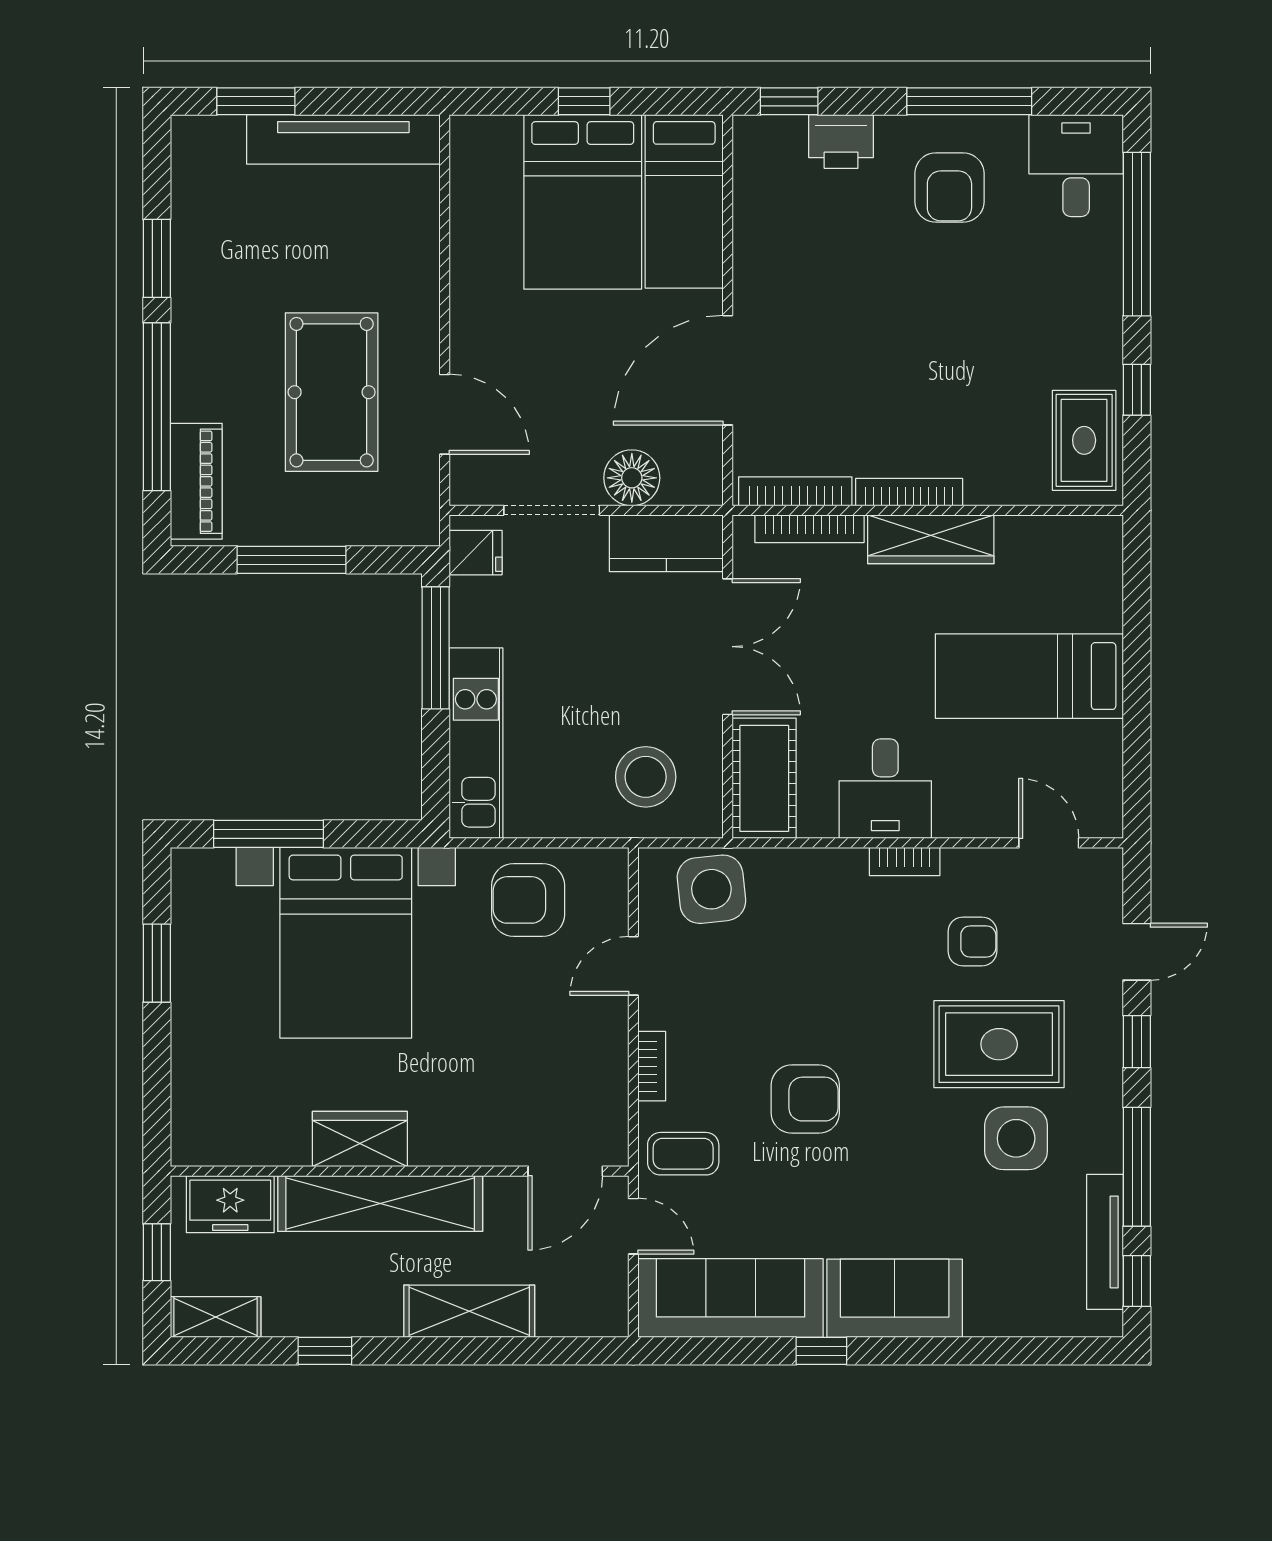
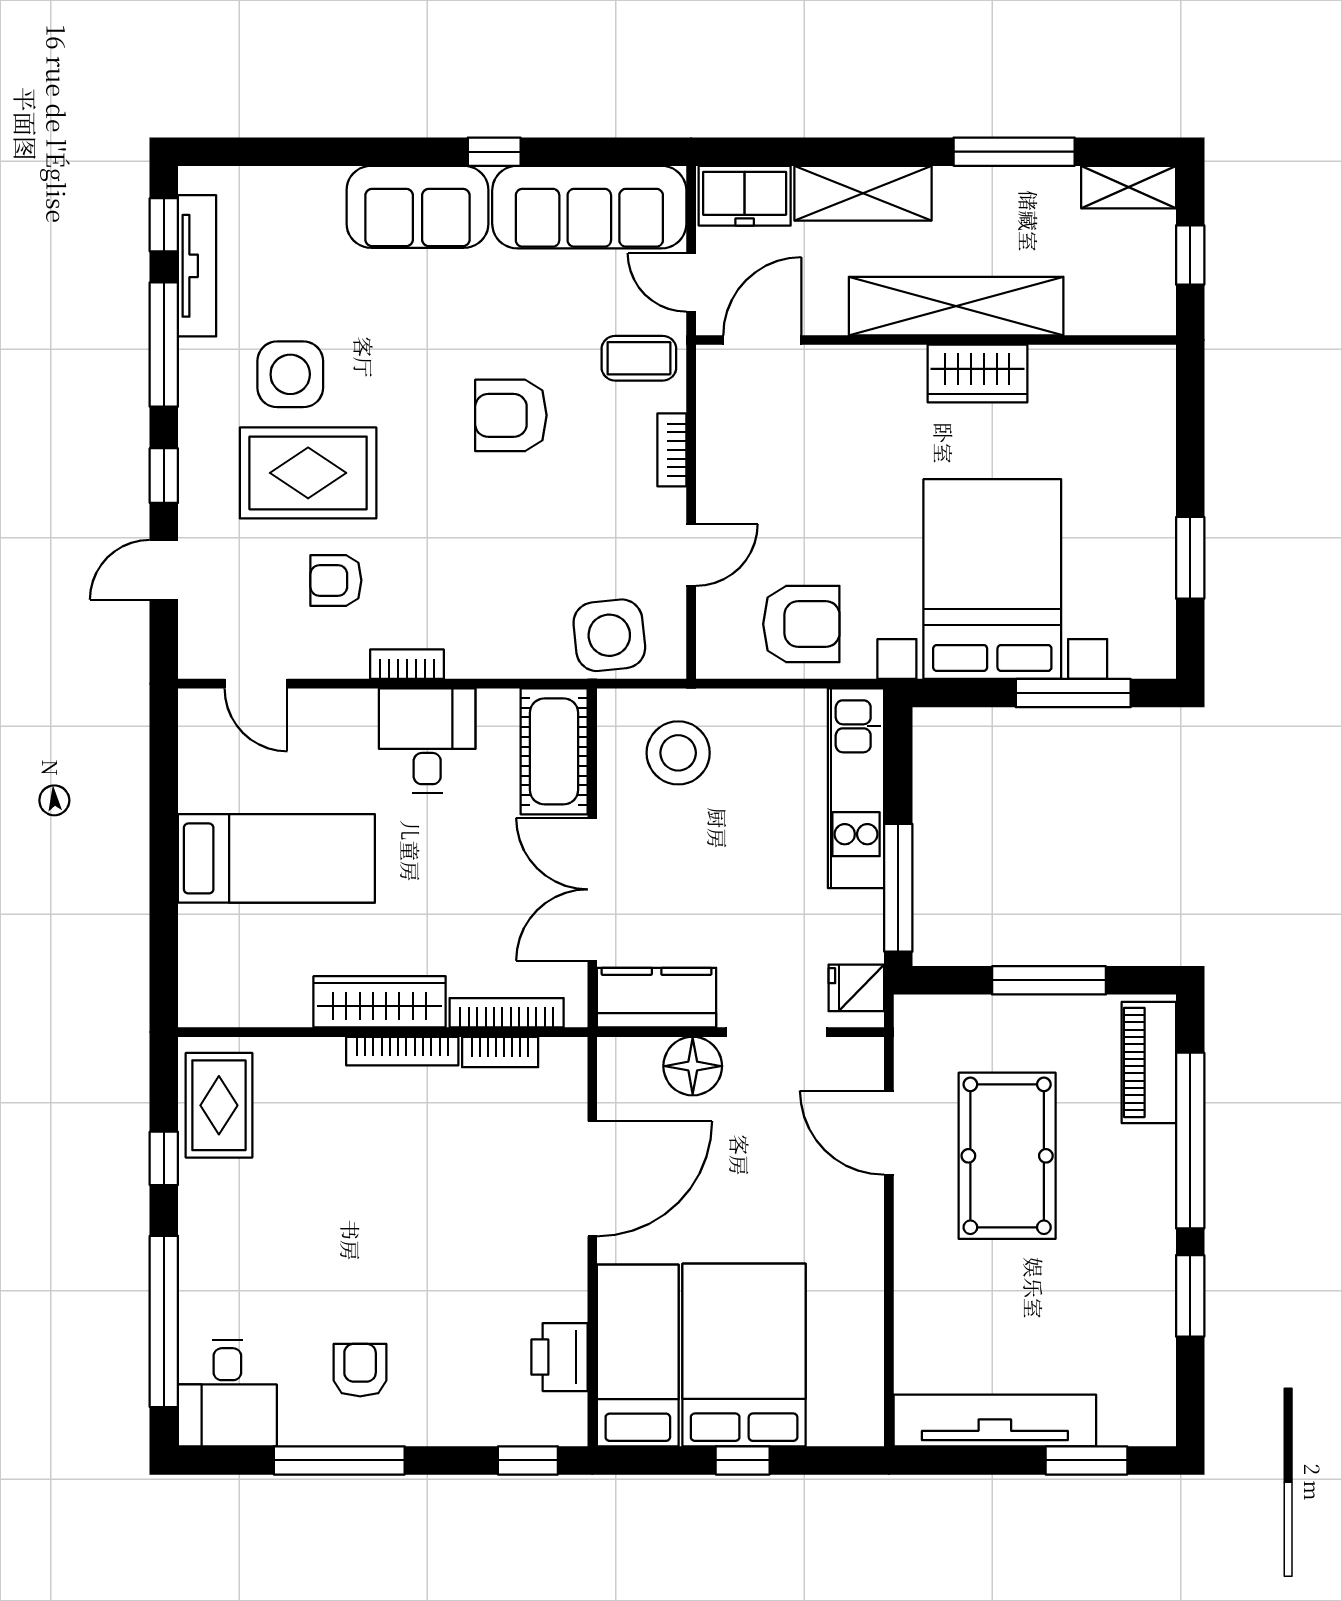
printer: (841, 142) -> (559, 1357), moved, turned -90
armchair: (949, 188) -> (360, 1370), width x0.72, depth x0.72
bookcase: (795, 491) -> (500, 1052), width x0.64
freezer: (230, 1204) -> (745, 196), moved, turned 180
window: (325, 1351) -> (1014, 152), width x2.17

